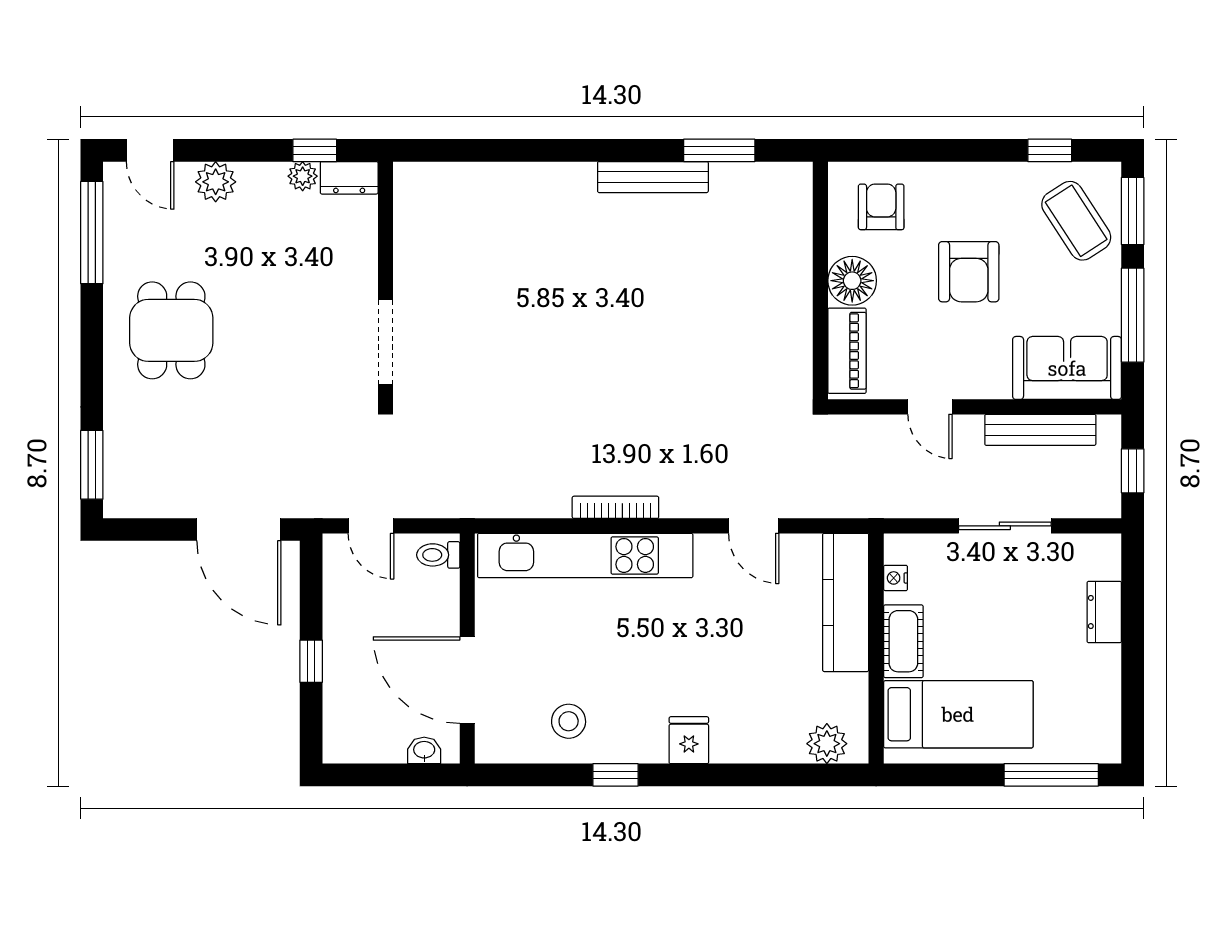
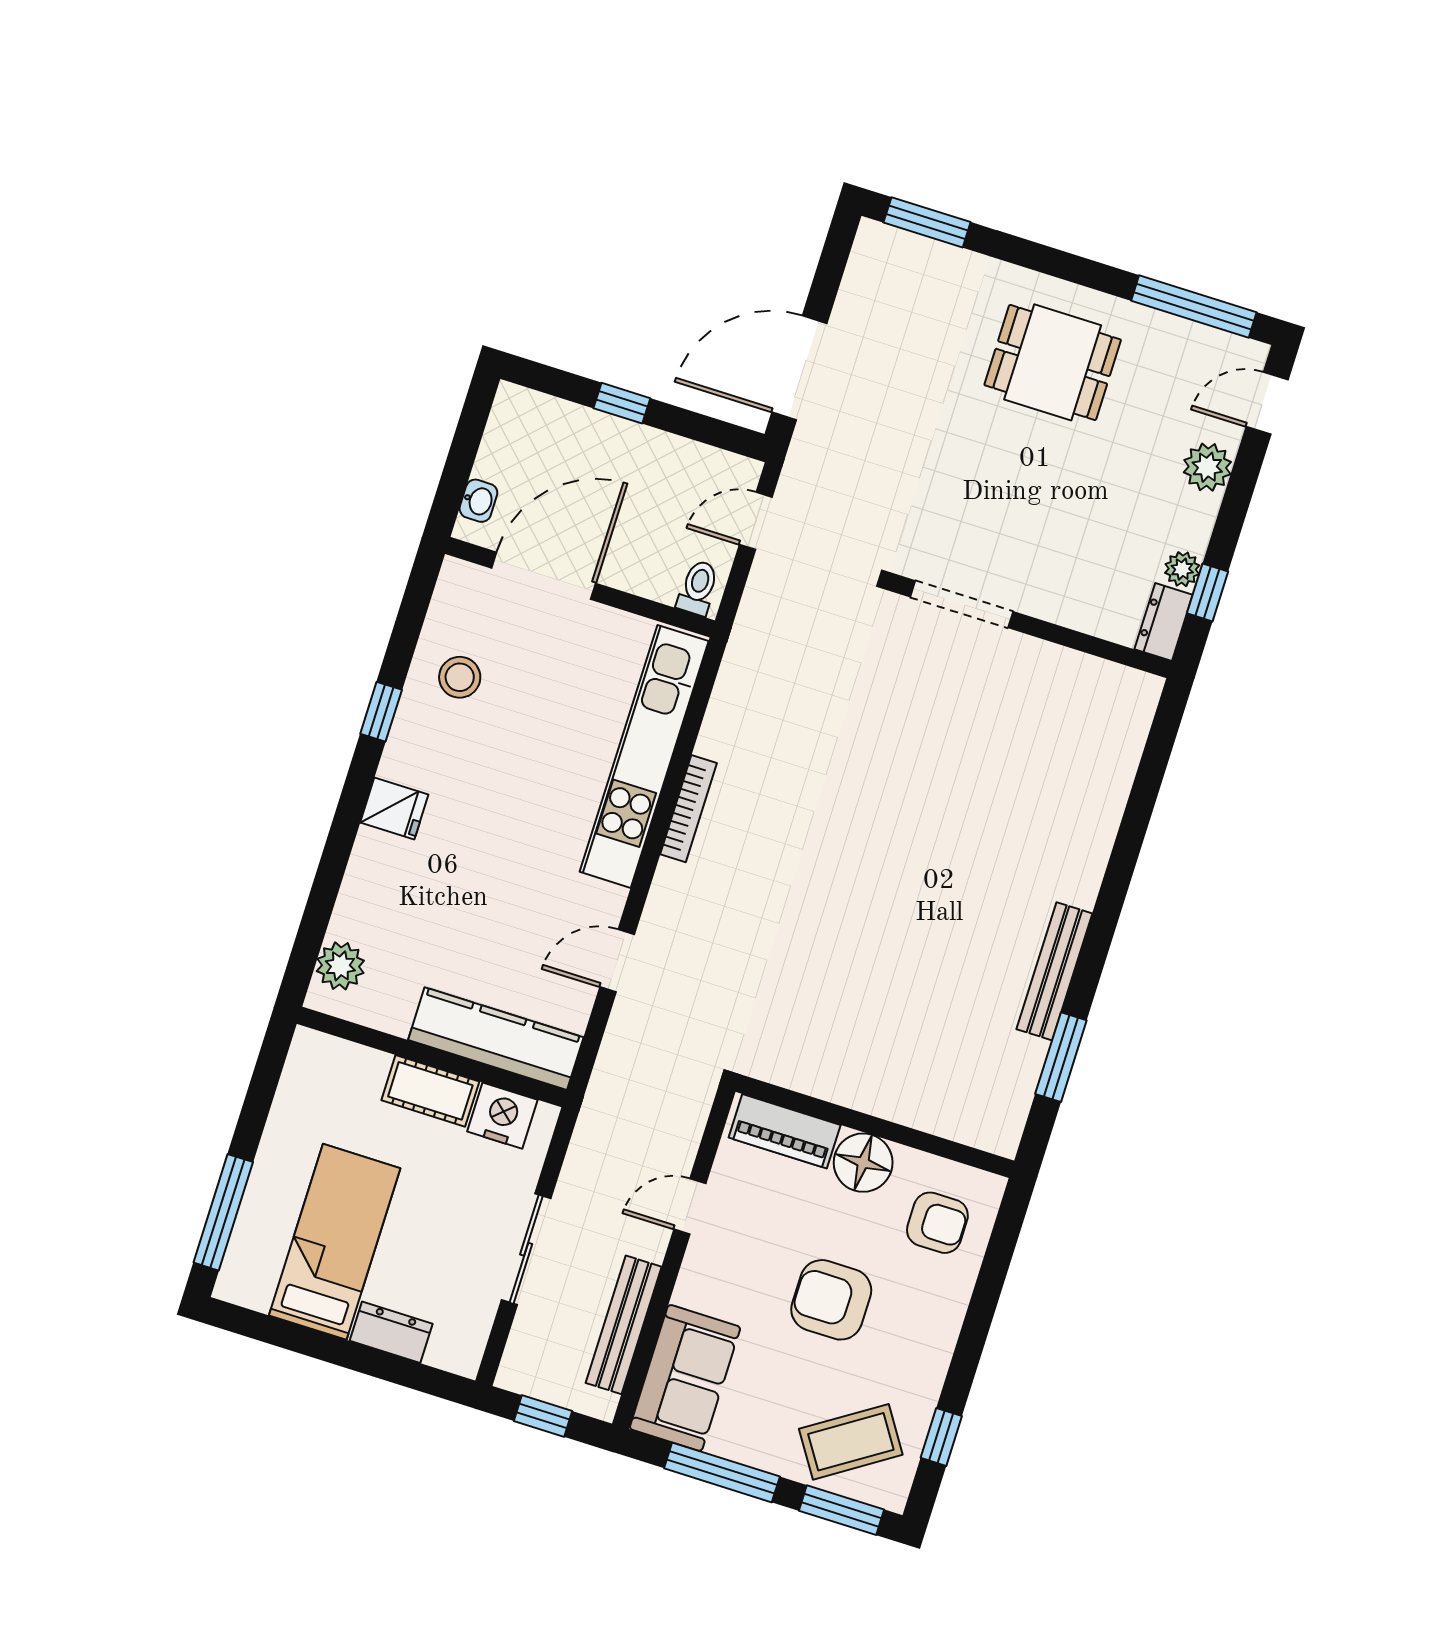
nightstand: (896, 578) -> (502, 1116), width x1.89, depth x1.79
bed: (958, 714) -> (335, 1242), moved, turned 180

